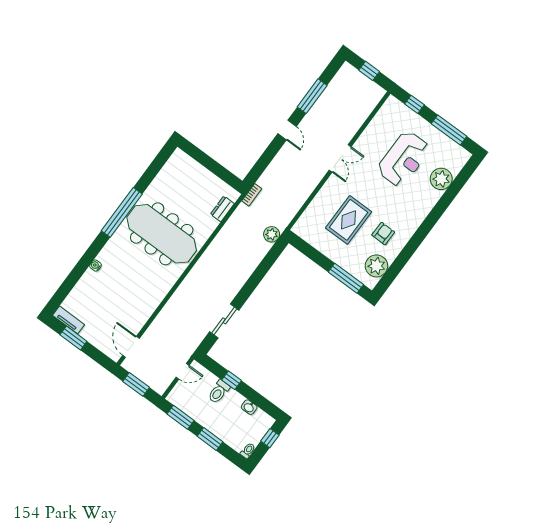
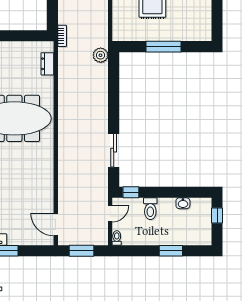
plant: (376, 266) -> (201, 19), removed
window: (346, 278) -> (163, 47), moved
window: (232, 380) -> (131, 192), moved
window: (180, 417) -> (135, 251), removed
toilet: (248, 451) -> (117, 238), moved

